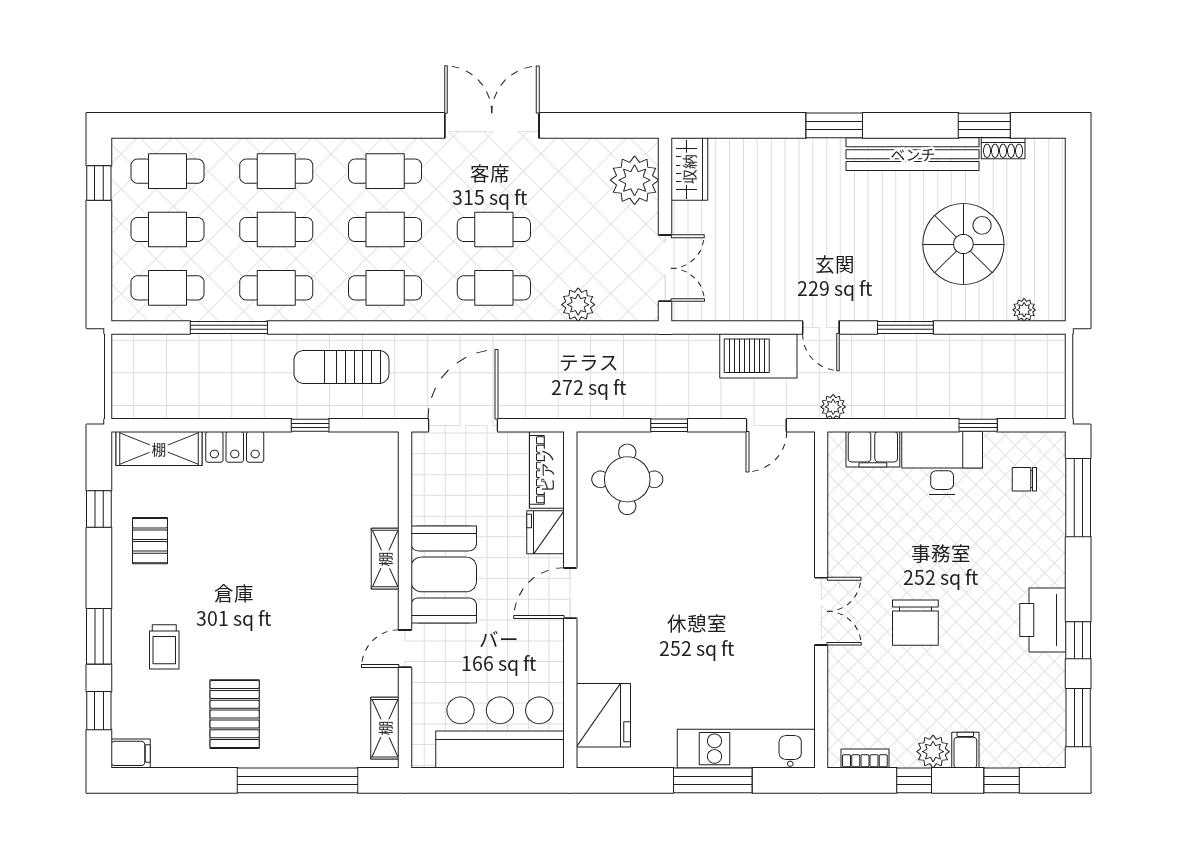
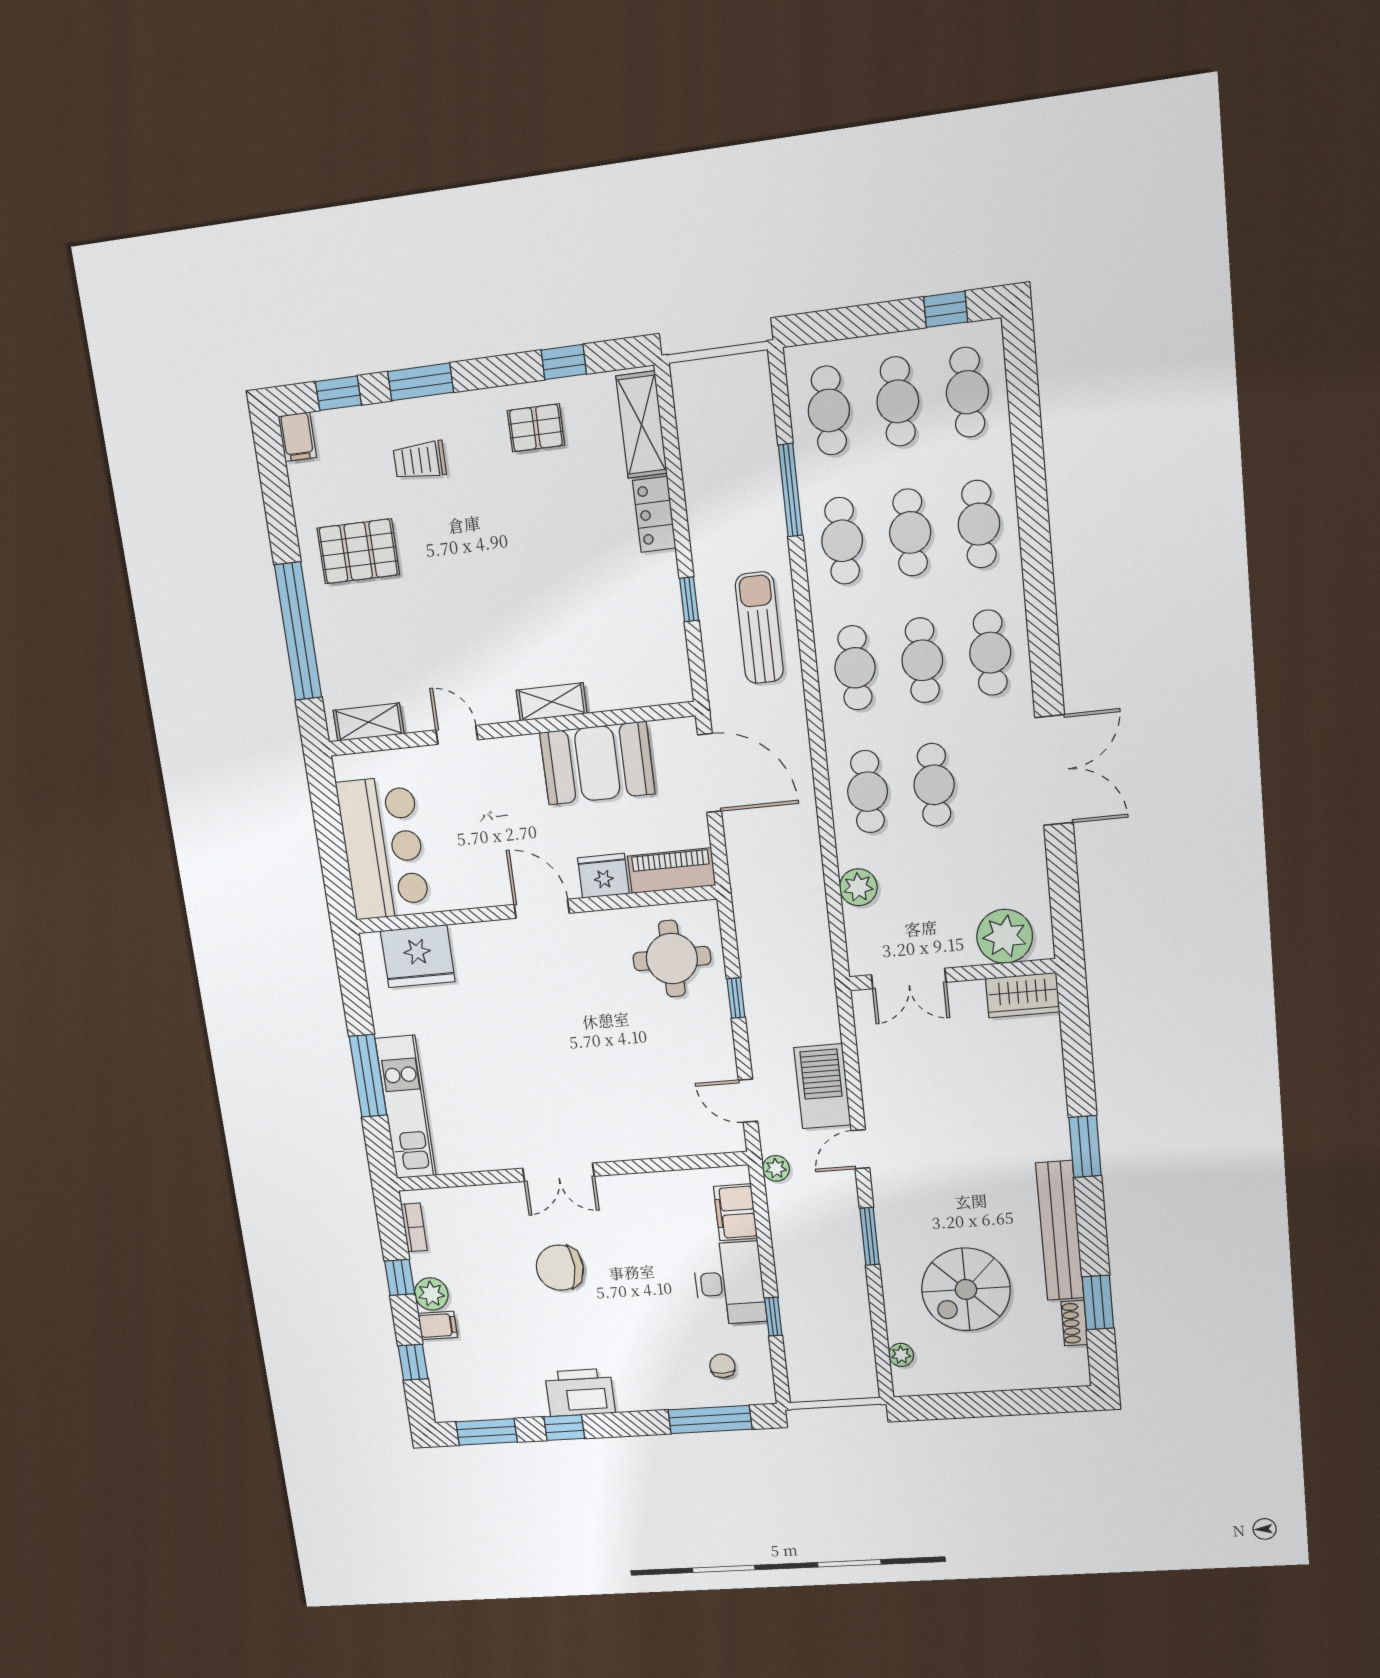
spiral stairs: (963, 244) -> (966, 1289), turned 90
booth: (444, 574) -> (597, 763), moved

